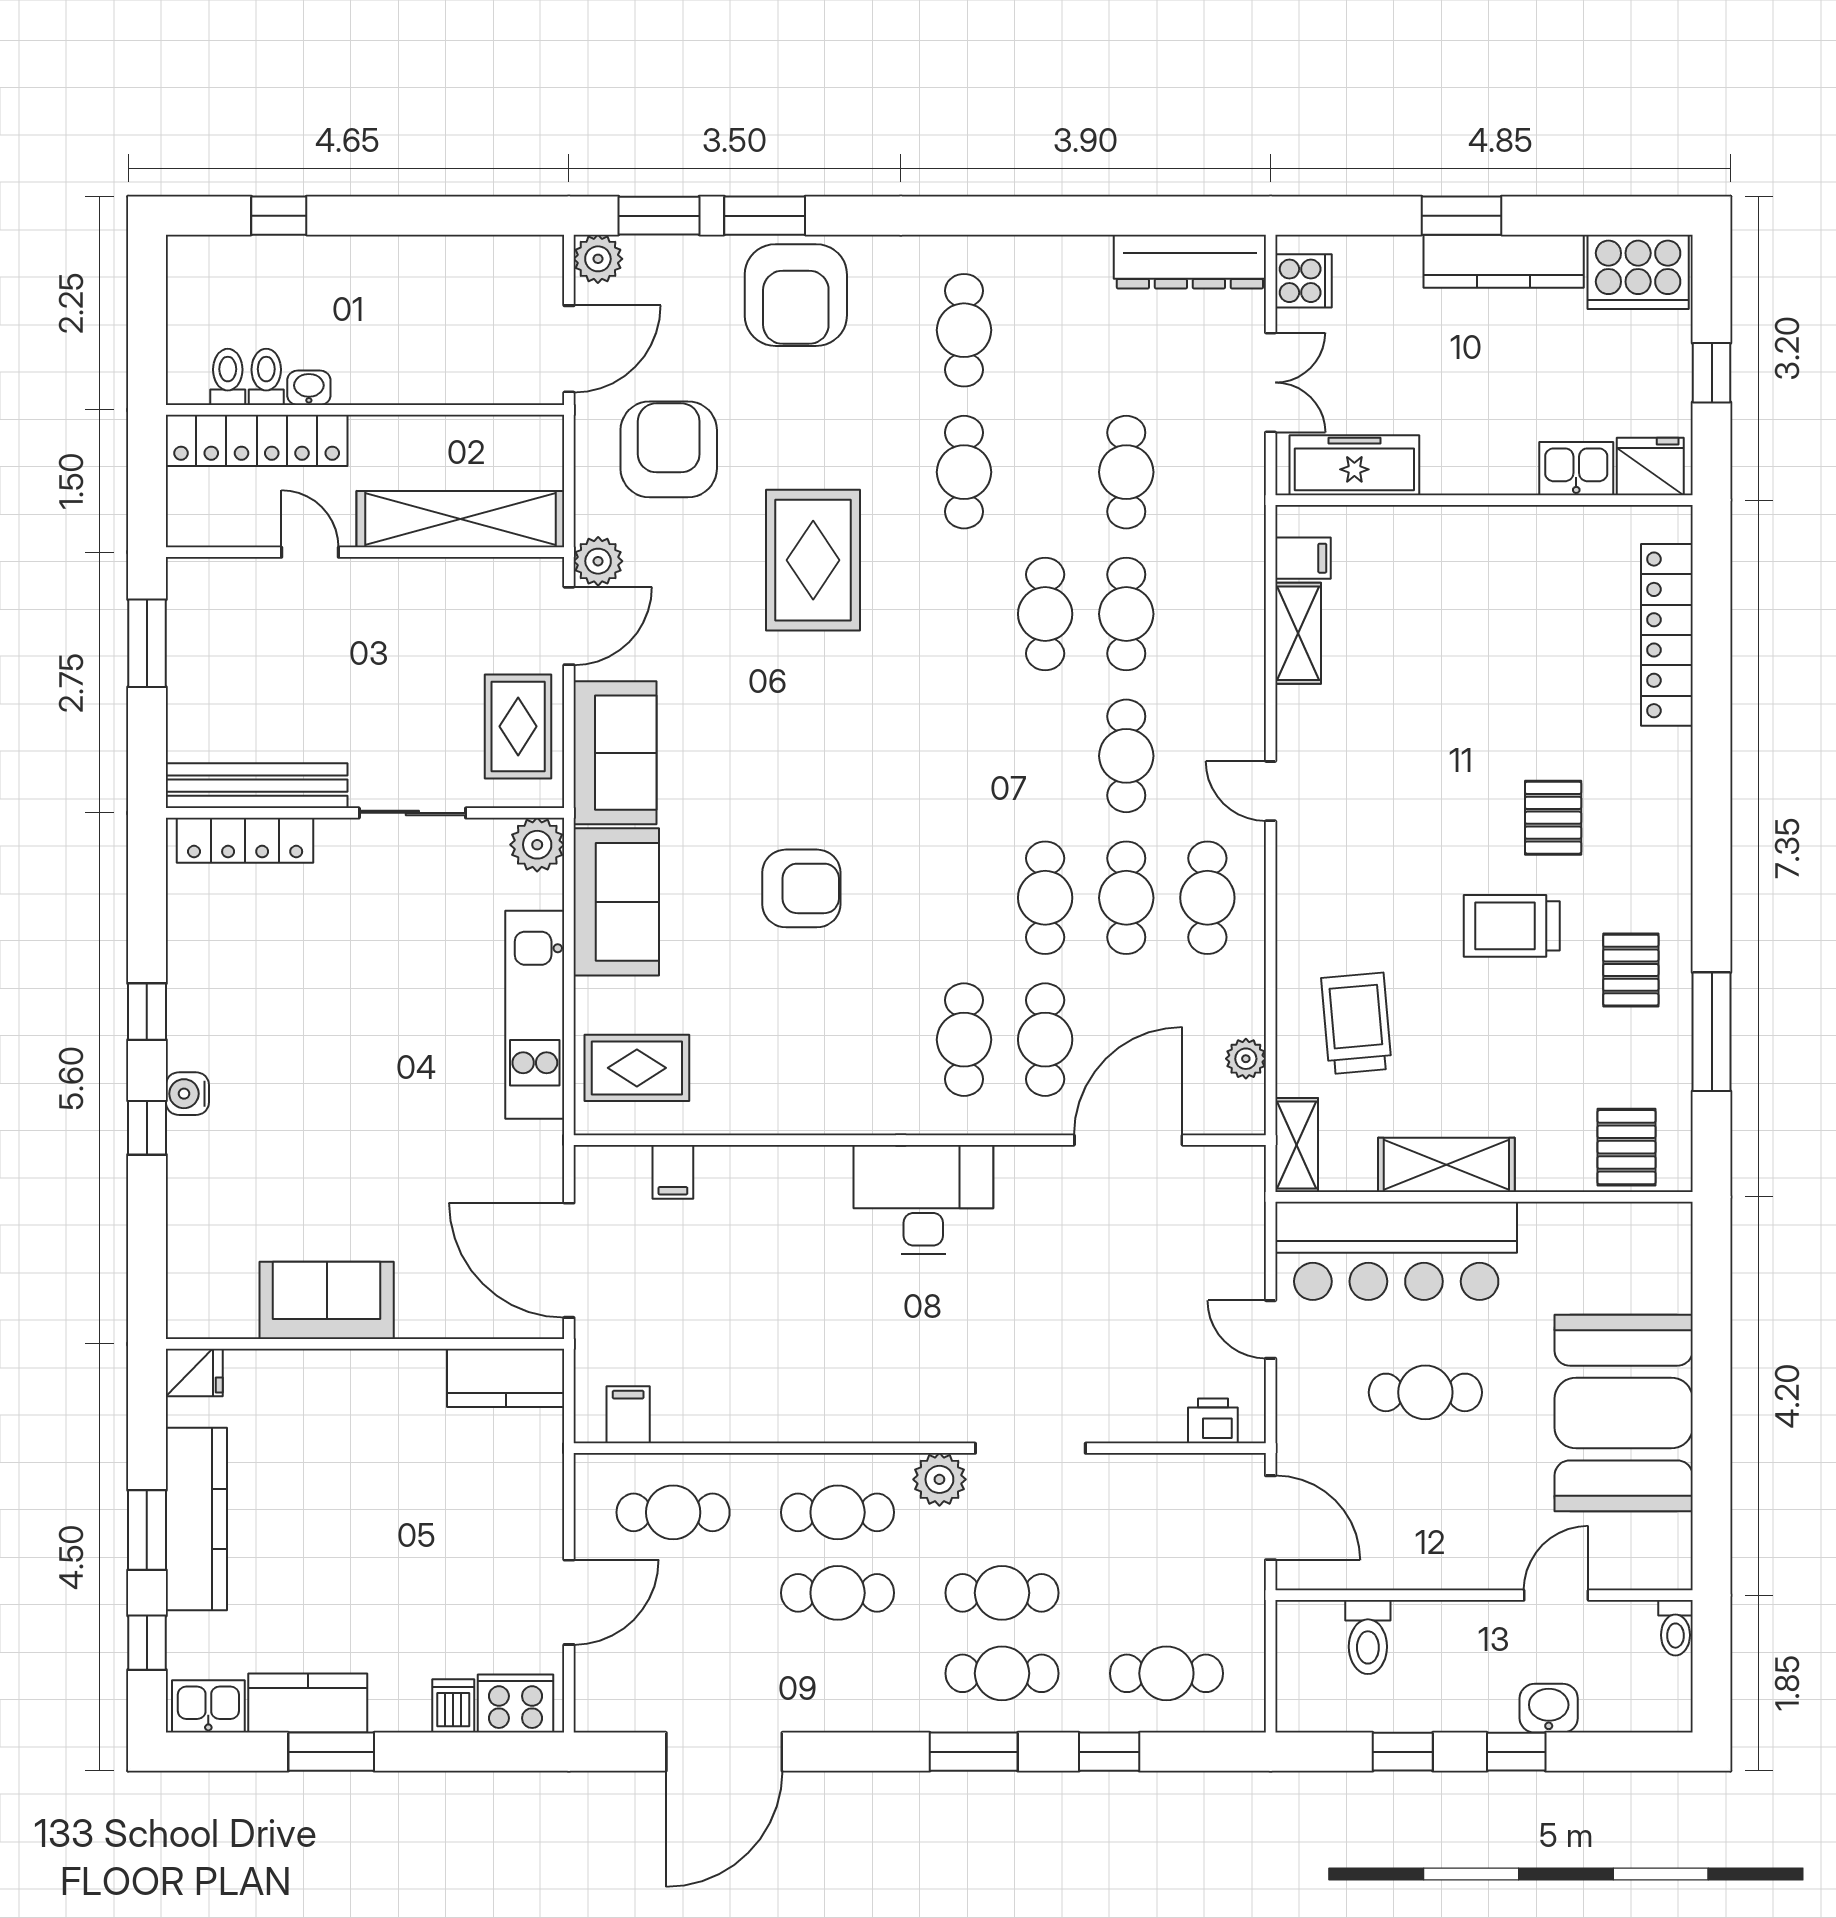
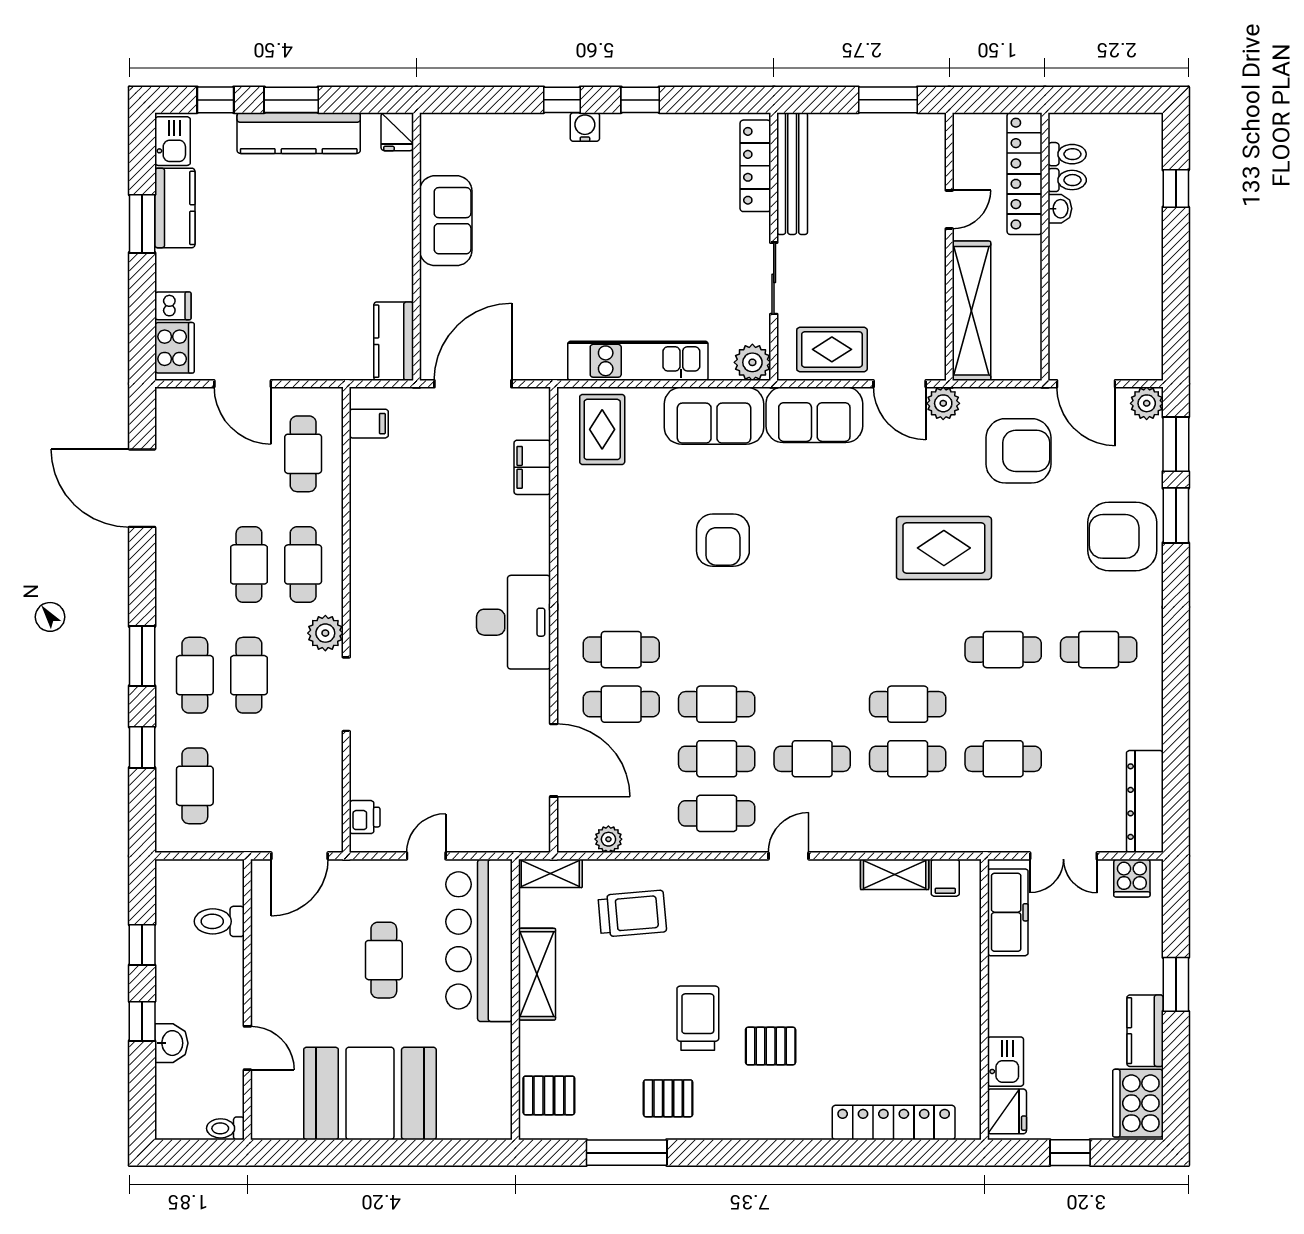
kitchen counter: (1504, 261) -> (1145, 1031), width x0.67
filing cabinet: (673, 1172) -> (532, 467), width x2.00

